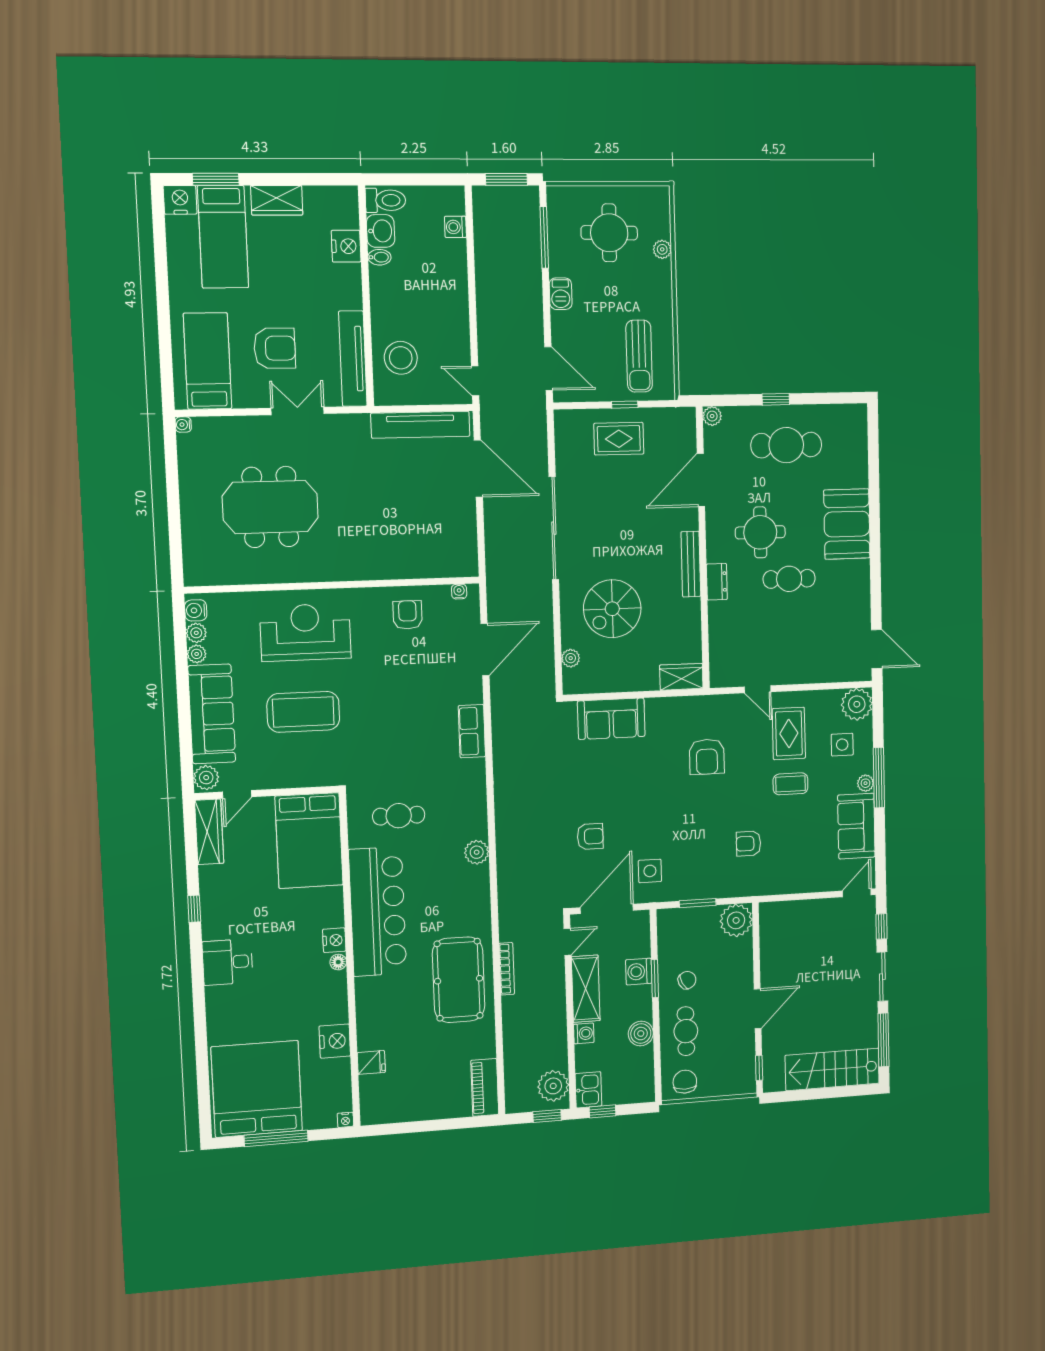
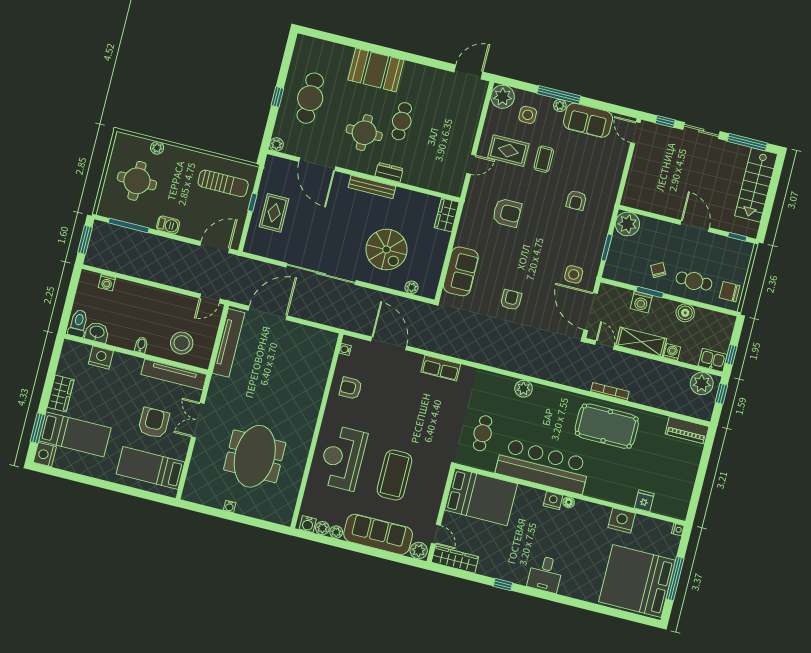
bidet: (379, 257) -> (141, 345), moved
water cooler: (183, 425) -> (230, 506), moved
armchair: (590, 836) -> (511, 300), moved

